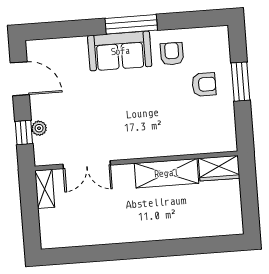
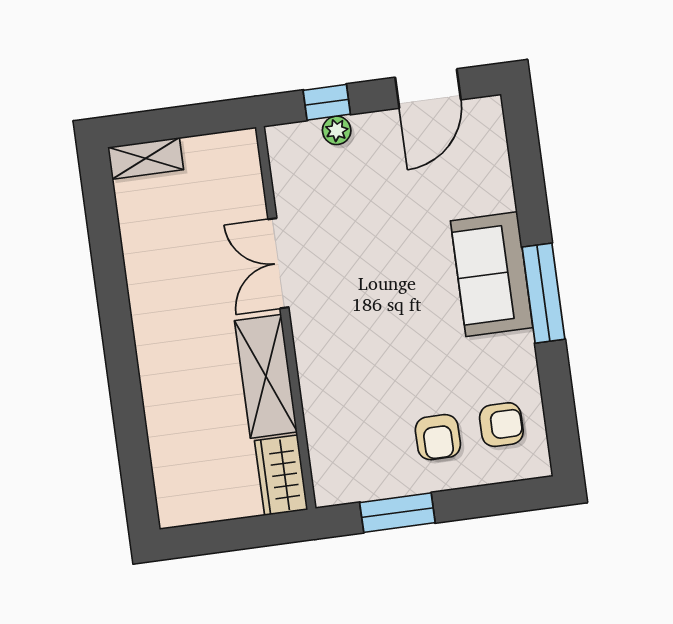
armchair: (172, 54) -> (501, 425), moved
window: (240, 82) -> (397, 513), moved
double door: (87, 165) -> (278, 263), moved
shelving: (45, 189) -> (146, 158), moved

